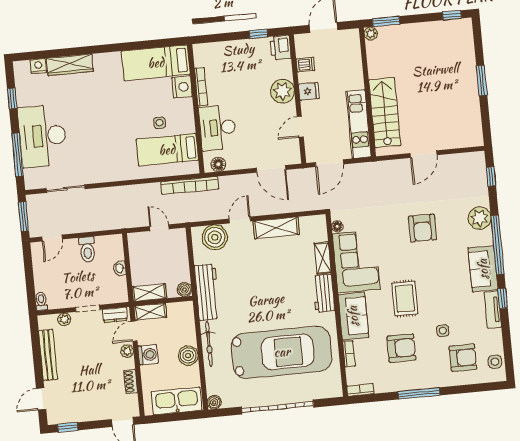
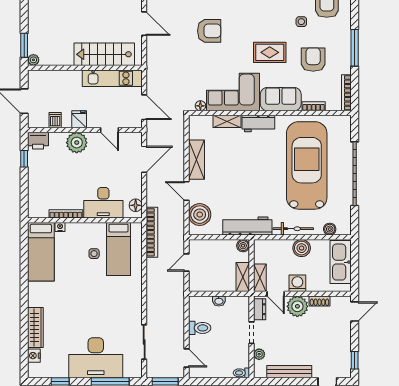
nightstand: (182, 87) -> (60, 227), width x0.53, depth x0.56
plant: (127, 351) -> (297, 306), width x1.87, depth x1.87
bookcase: (360, 390) -> (346, 93), width x1.56
boiler: (214, 402) -> (330, 229), moved

